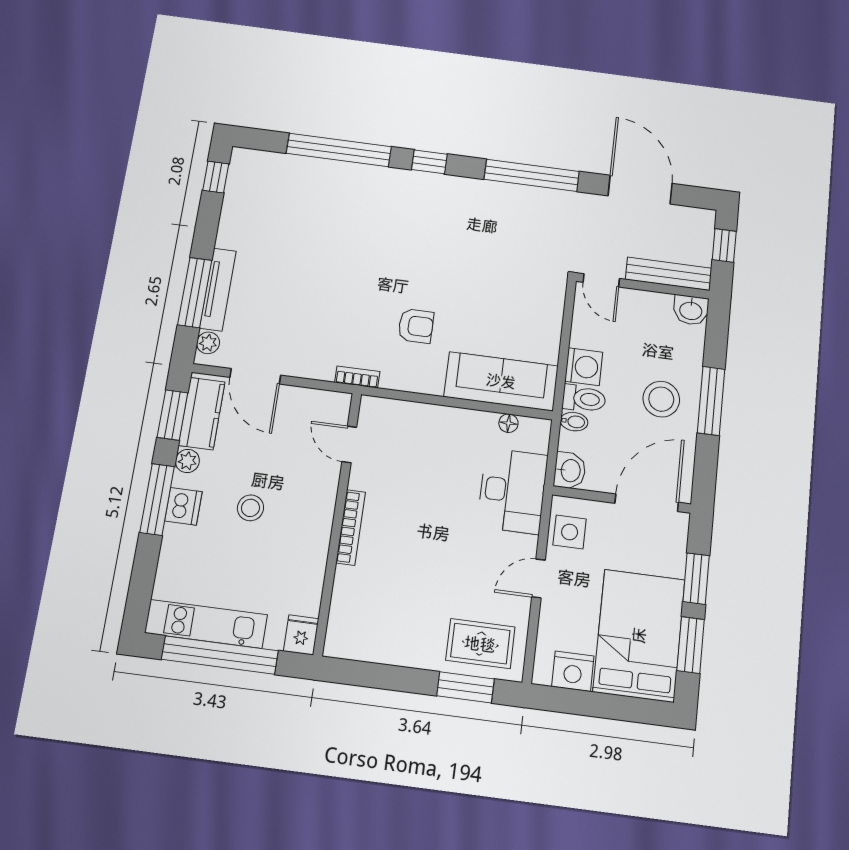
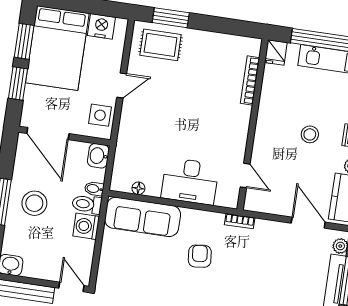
armchair: (416, 326) -> (200, 256), turned 84
desk: (512, 491) -> (190, 181), moved, turned -90
door: (647, 503) -> (48, 134), hinge flipped
bookcase: (351, 527) -> (250, 80), moved

